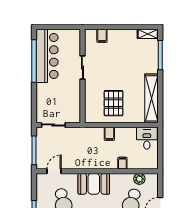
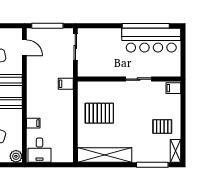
filing cabinet: (102, 36) -> (173, 88), moved
pallet: (126, 46) -> (162, 127), added
filing cabinet: (109, 134) -> (66, 84), moved
desk: (147, 138) -> (39, 150), moved, turned 90
plant: (139, 179) -> (16, 156), moved

